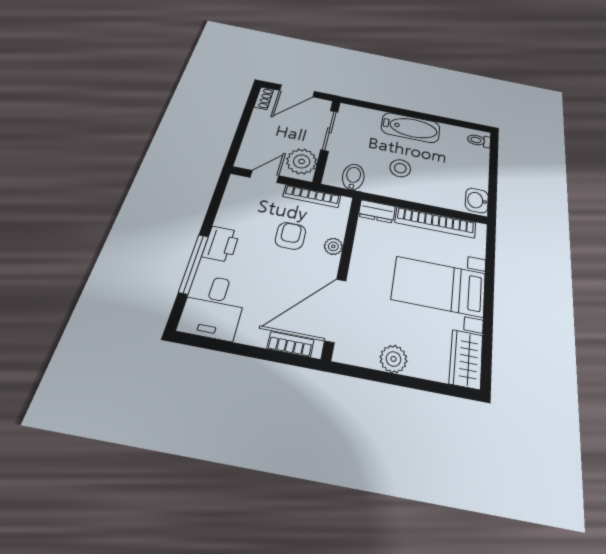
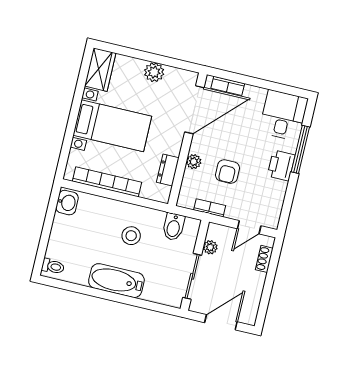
shoe rack: (264, 98) -> (264, 259), moved
plant: (302, 161) -> (210, 247), width x0.53, depth x0.53
bookcase: (312, 196) -> (210, 208), width x0.64
dresser: (377, 211) -> (168, 170), moved, turned -90

